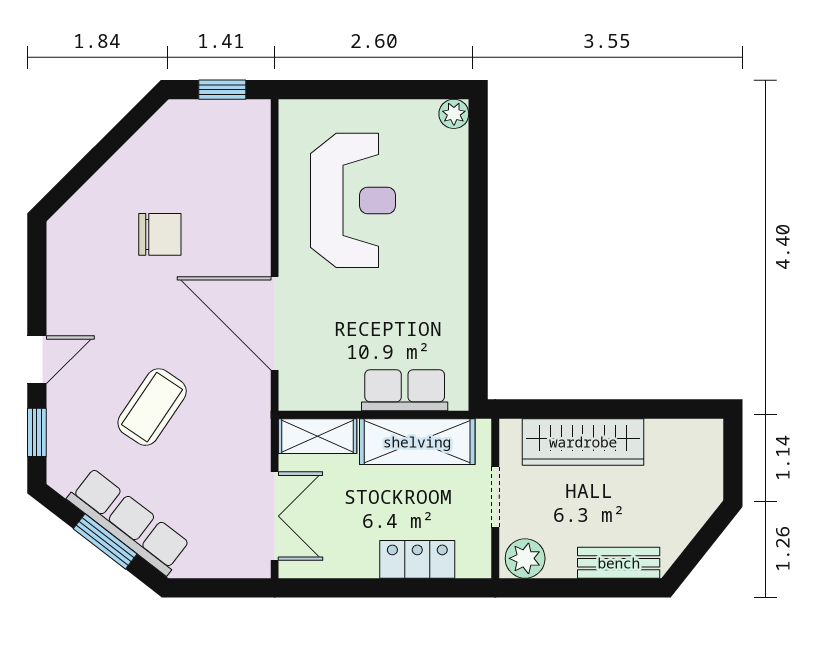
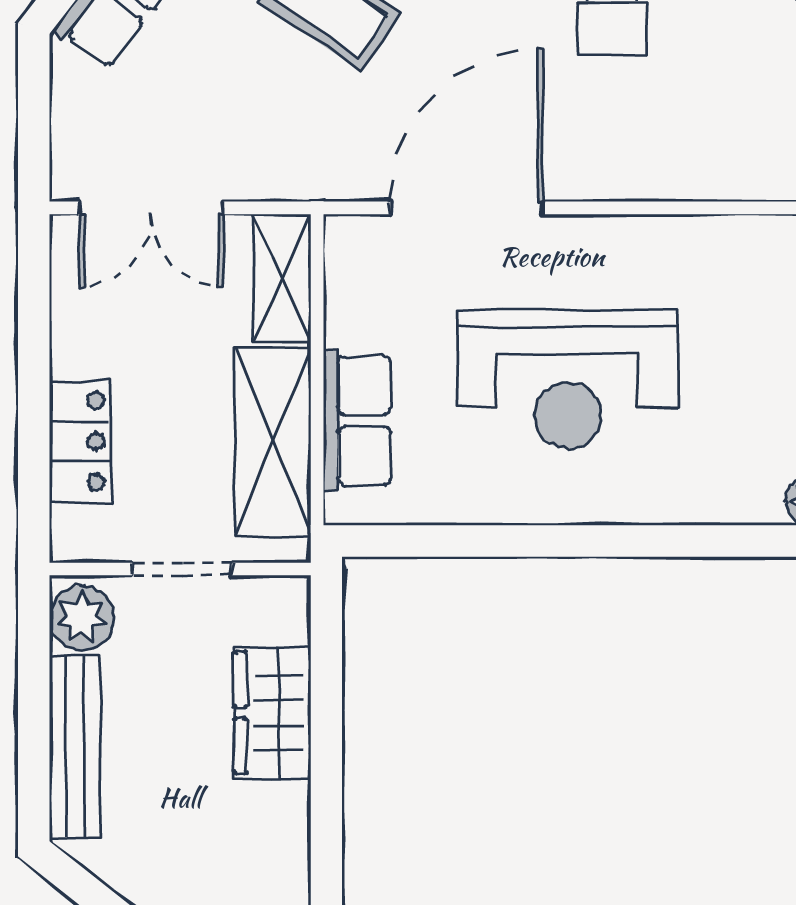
reception desk: (353, 200) -> (568, 379), moved
wardrobe: (583, 442) -> (272, 713), width x0.67
bench: (619, 563) -> (75, 747), width x1.36

